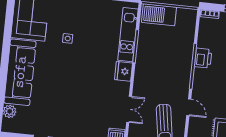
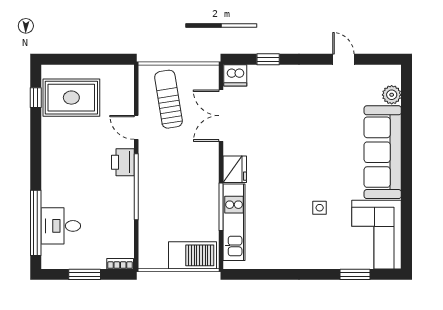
printer: (203, 58) -> (123, 162), moved
double door: (129, 109) -> (221, 116), width x1.37

